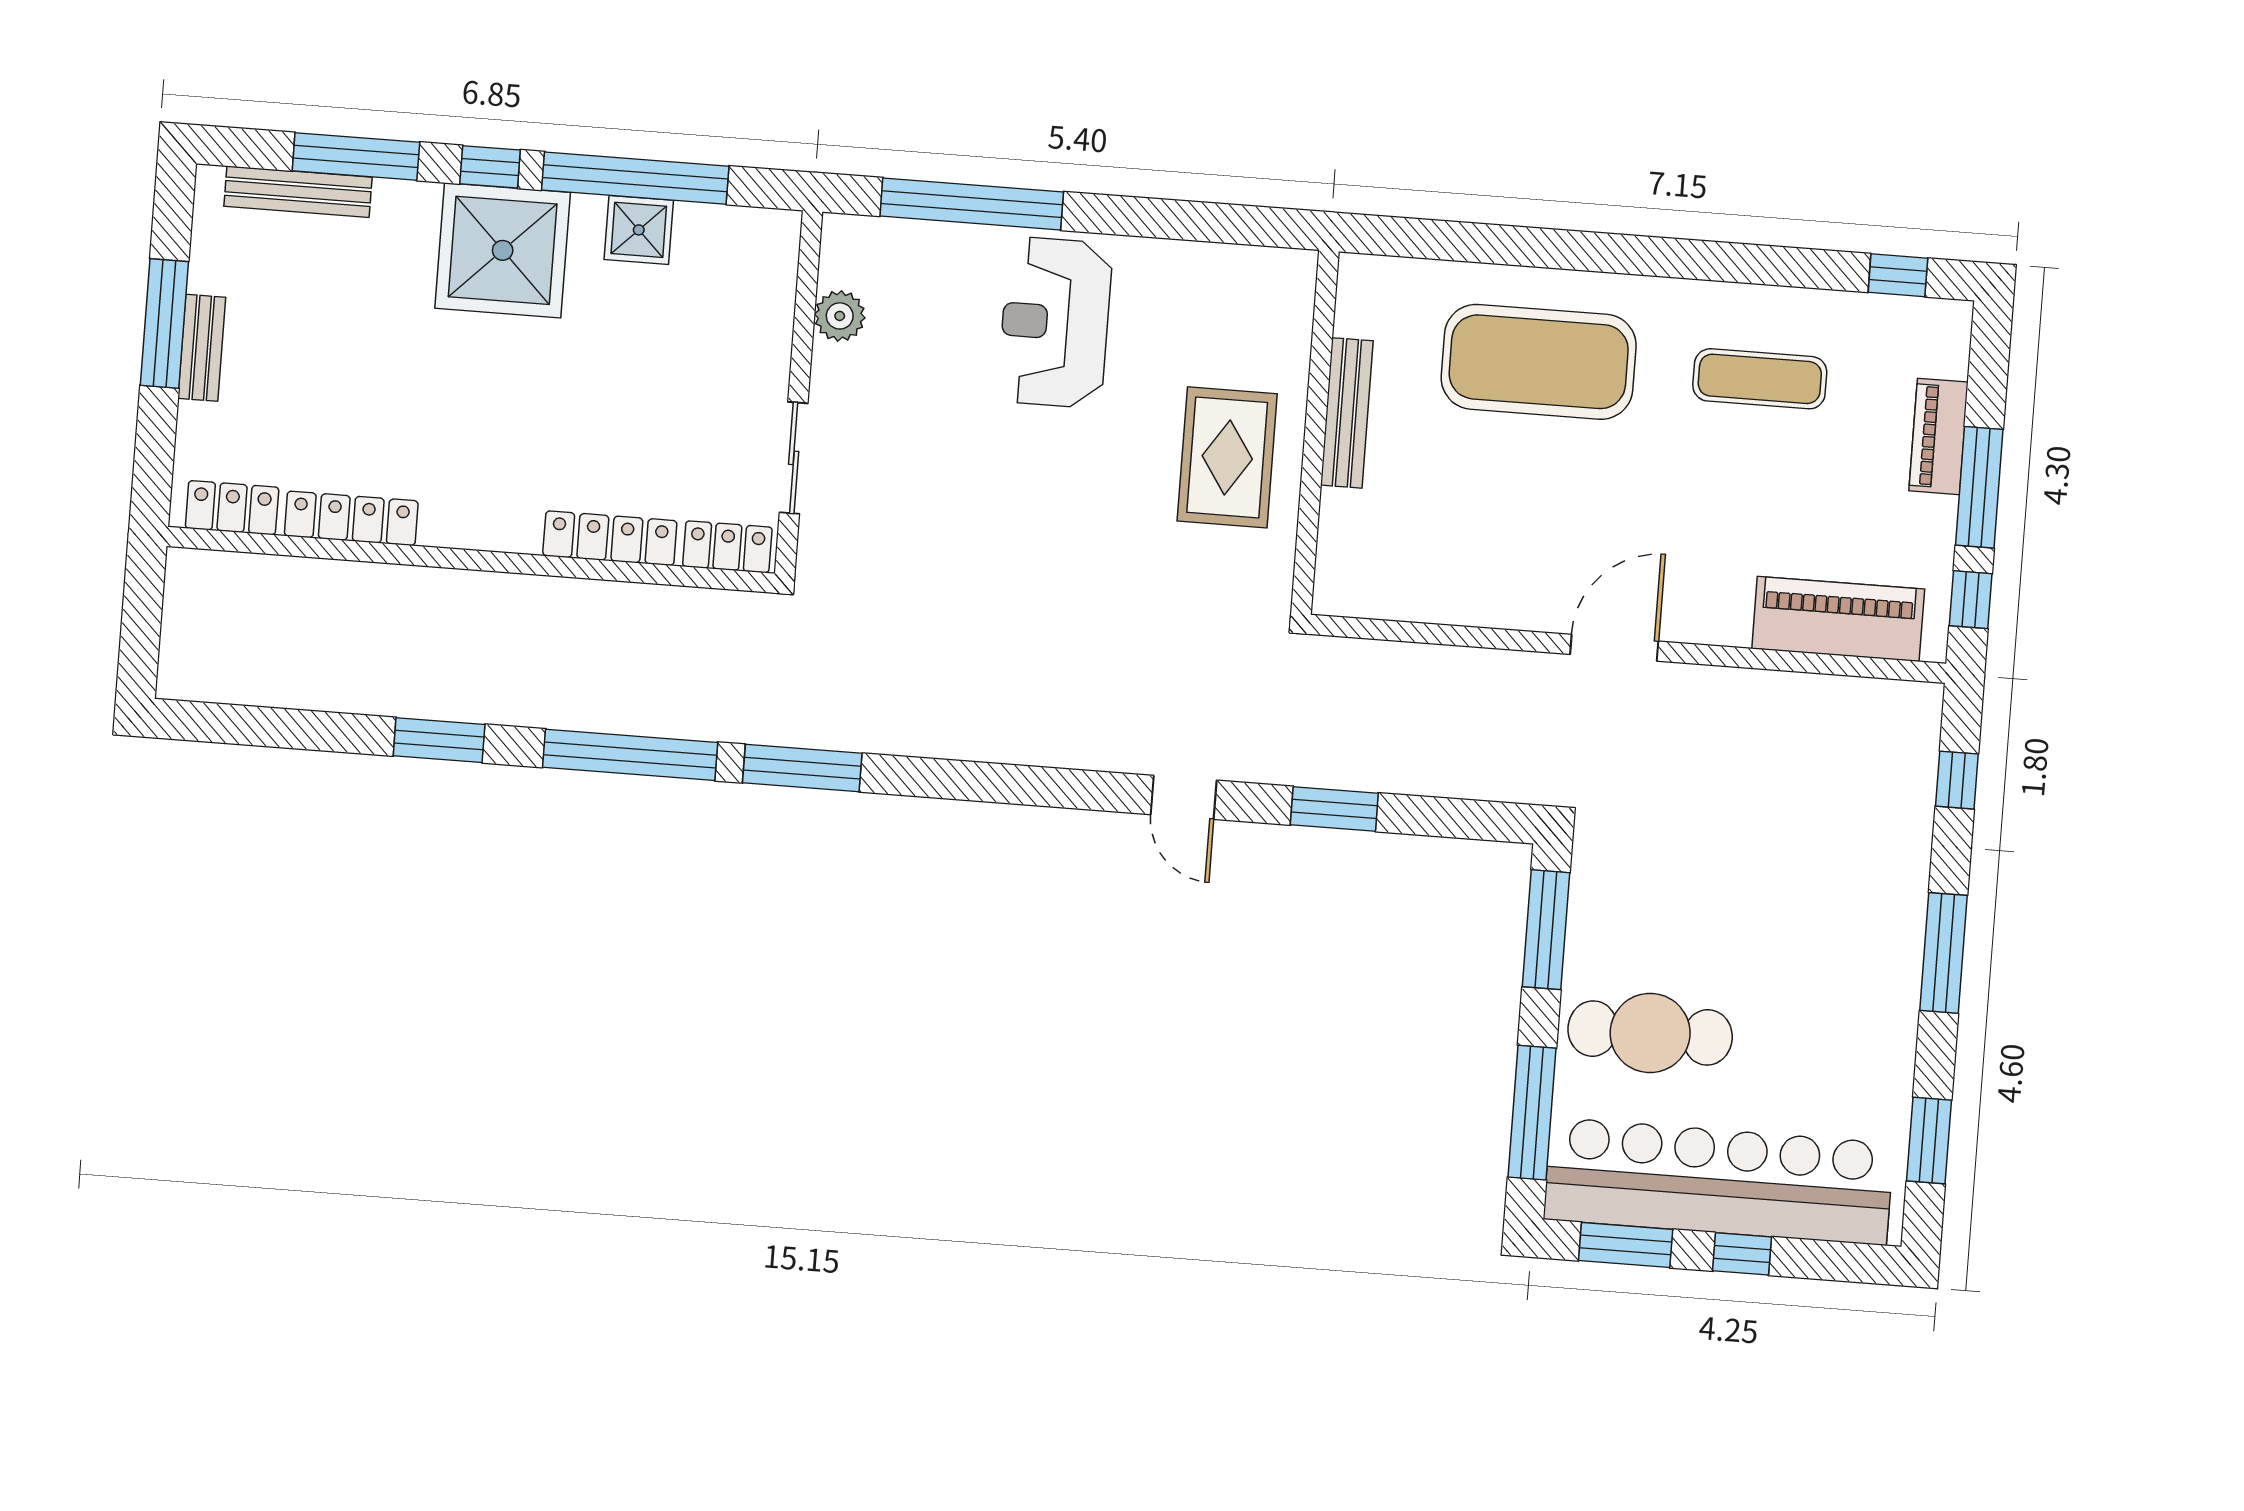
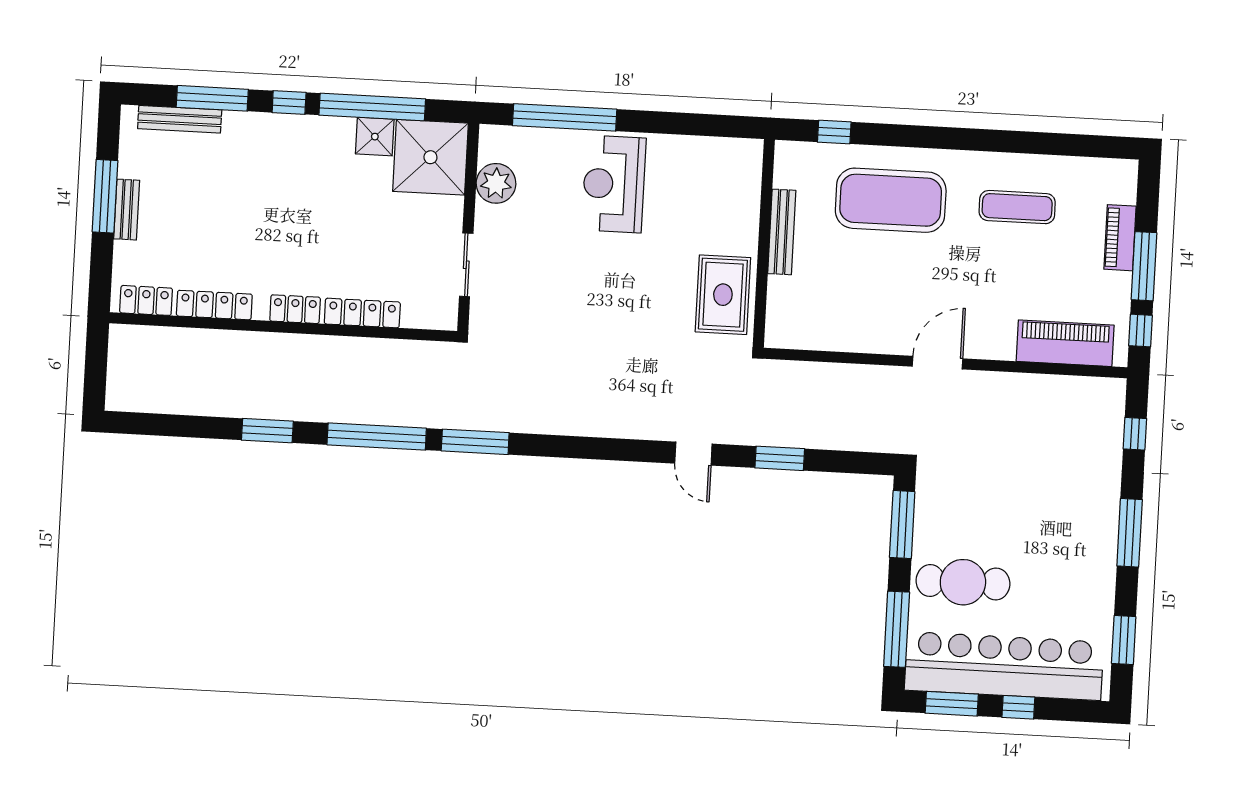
shower: (503, 250) -> (430, 157), moved
window: (1898, 275) -> (834, 132), moved
plant: (840, 316) -> (496, 183), width x1.36, depth x1.36
rug: (1227, 457) -> (723, 295), moved
locker: (727, 547) -> (295, 309), moved

